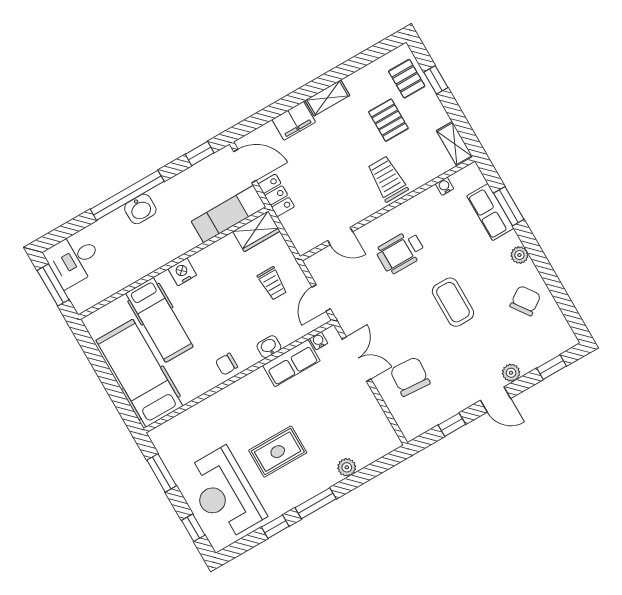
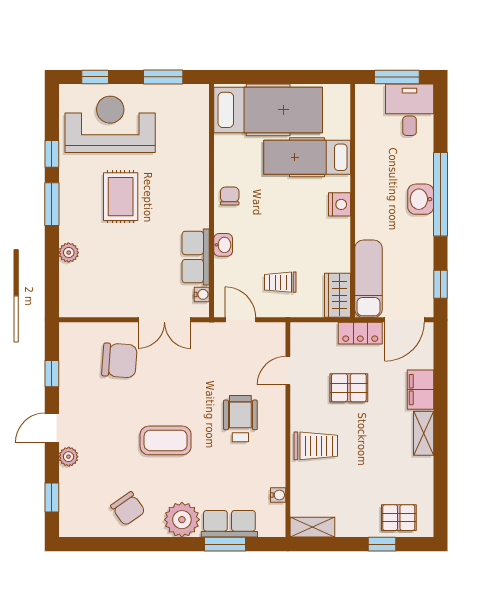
pallet: (388, 120) -> (349, 388), moved
plant: (519, 255) -> (182, 520), width x1.87, depth x1.87

